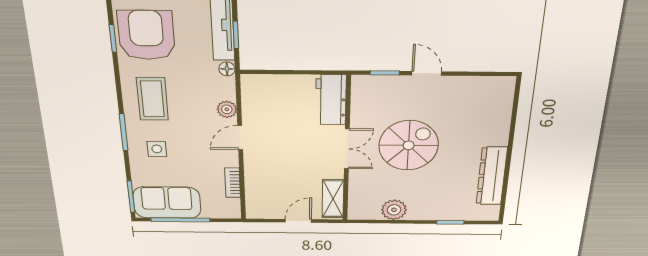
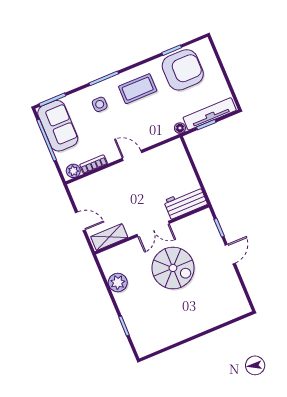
plant: (227, 109) -> (73, 171), moved
dresser: (492, 176) -> (173, 335), removed

